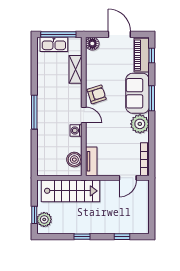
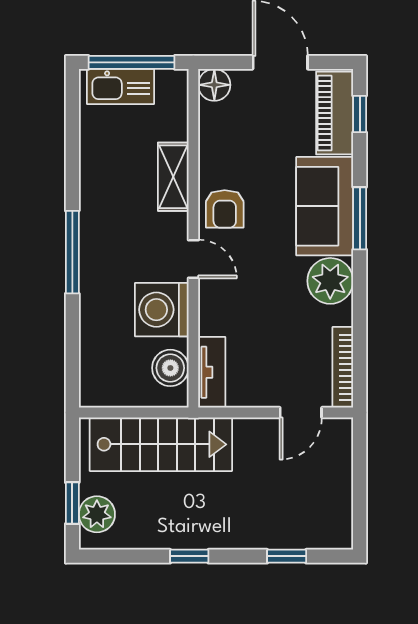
shelving: (75, 69) -> (173, 177), moved
armchair: (97, 94) -> (225, 209), turned 108
washing machine: (76, 130) -> (162, 310), width x1.89, depth x1.89

